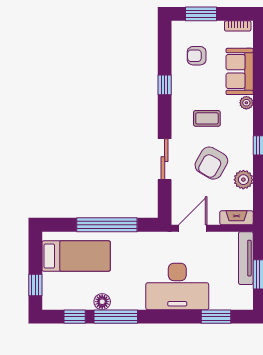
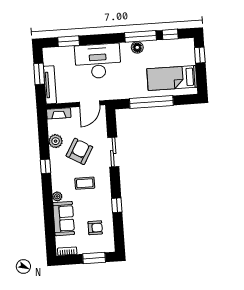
floor lamp: (102, 302) -> (137, 47), moved

